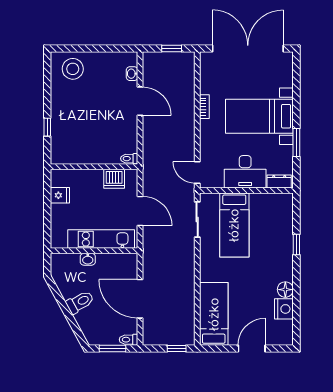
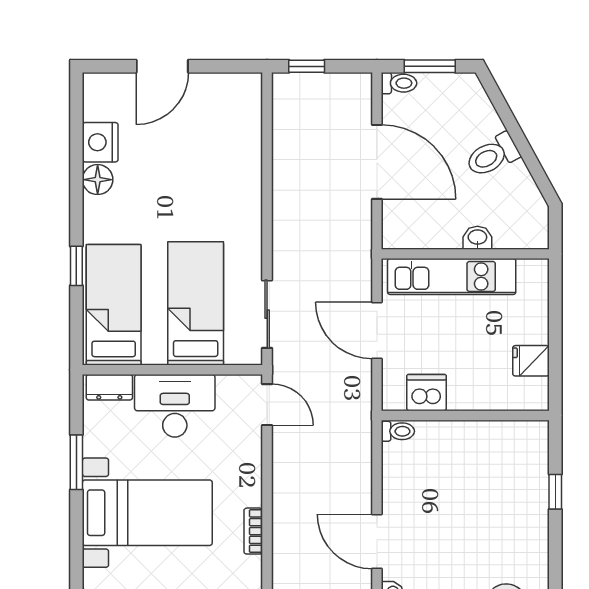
bed: (214, 314) -> (114, 305), moved, turned 180

